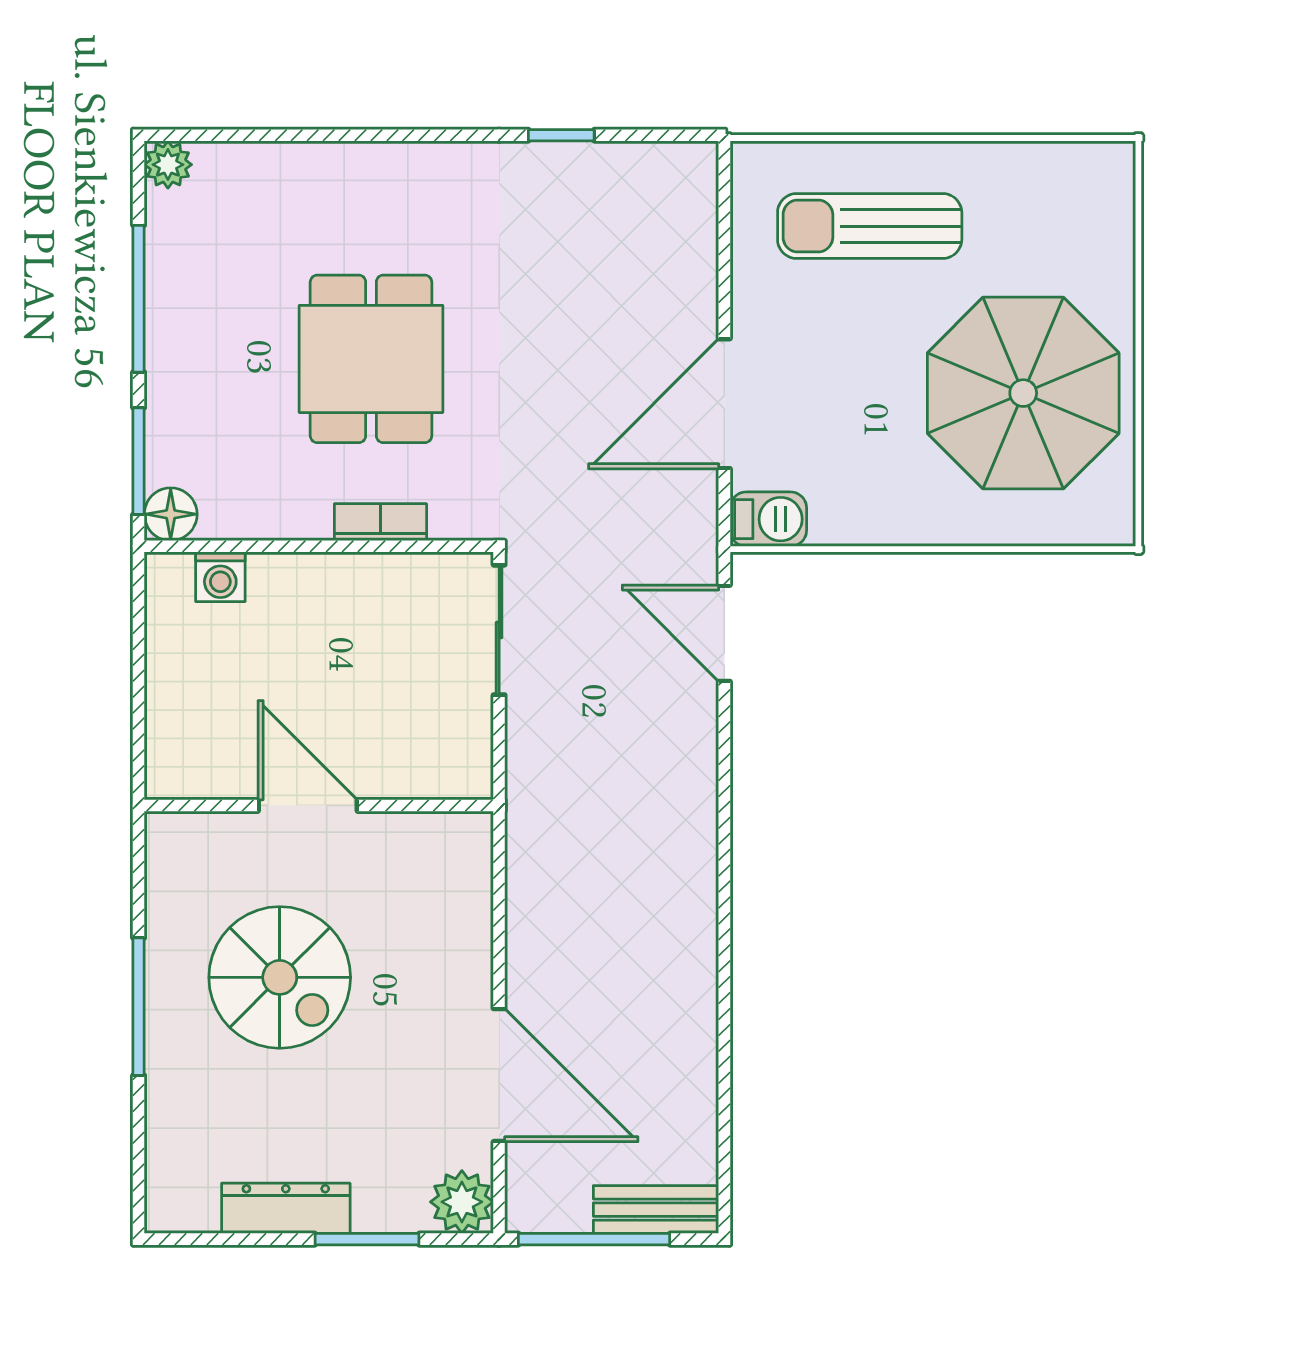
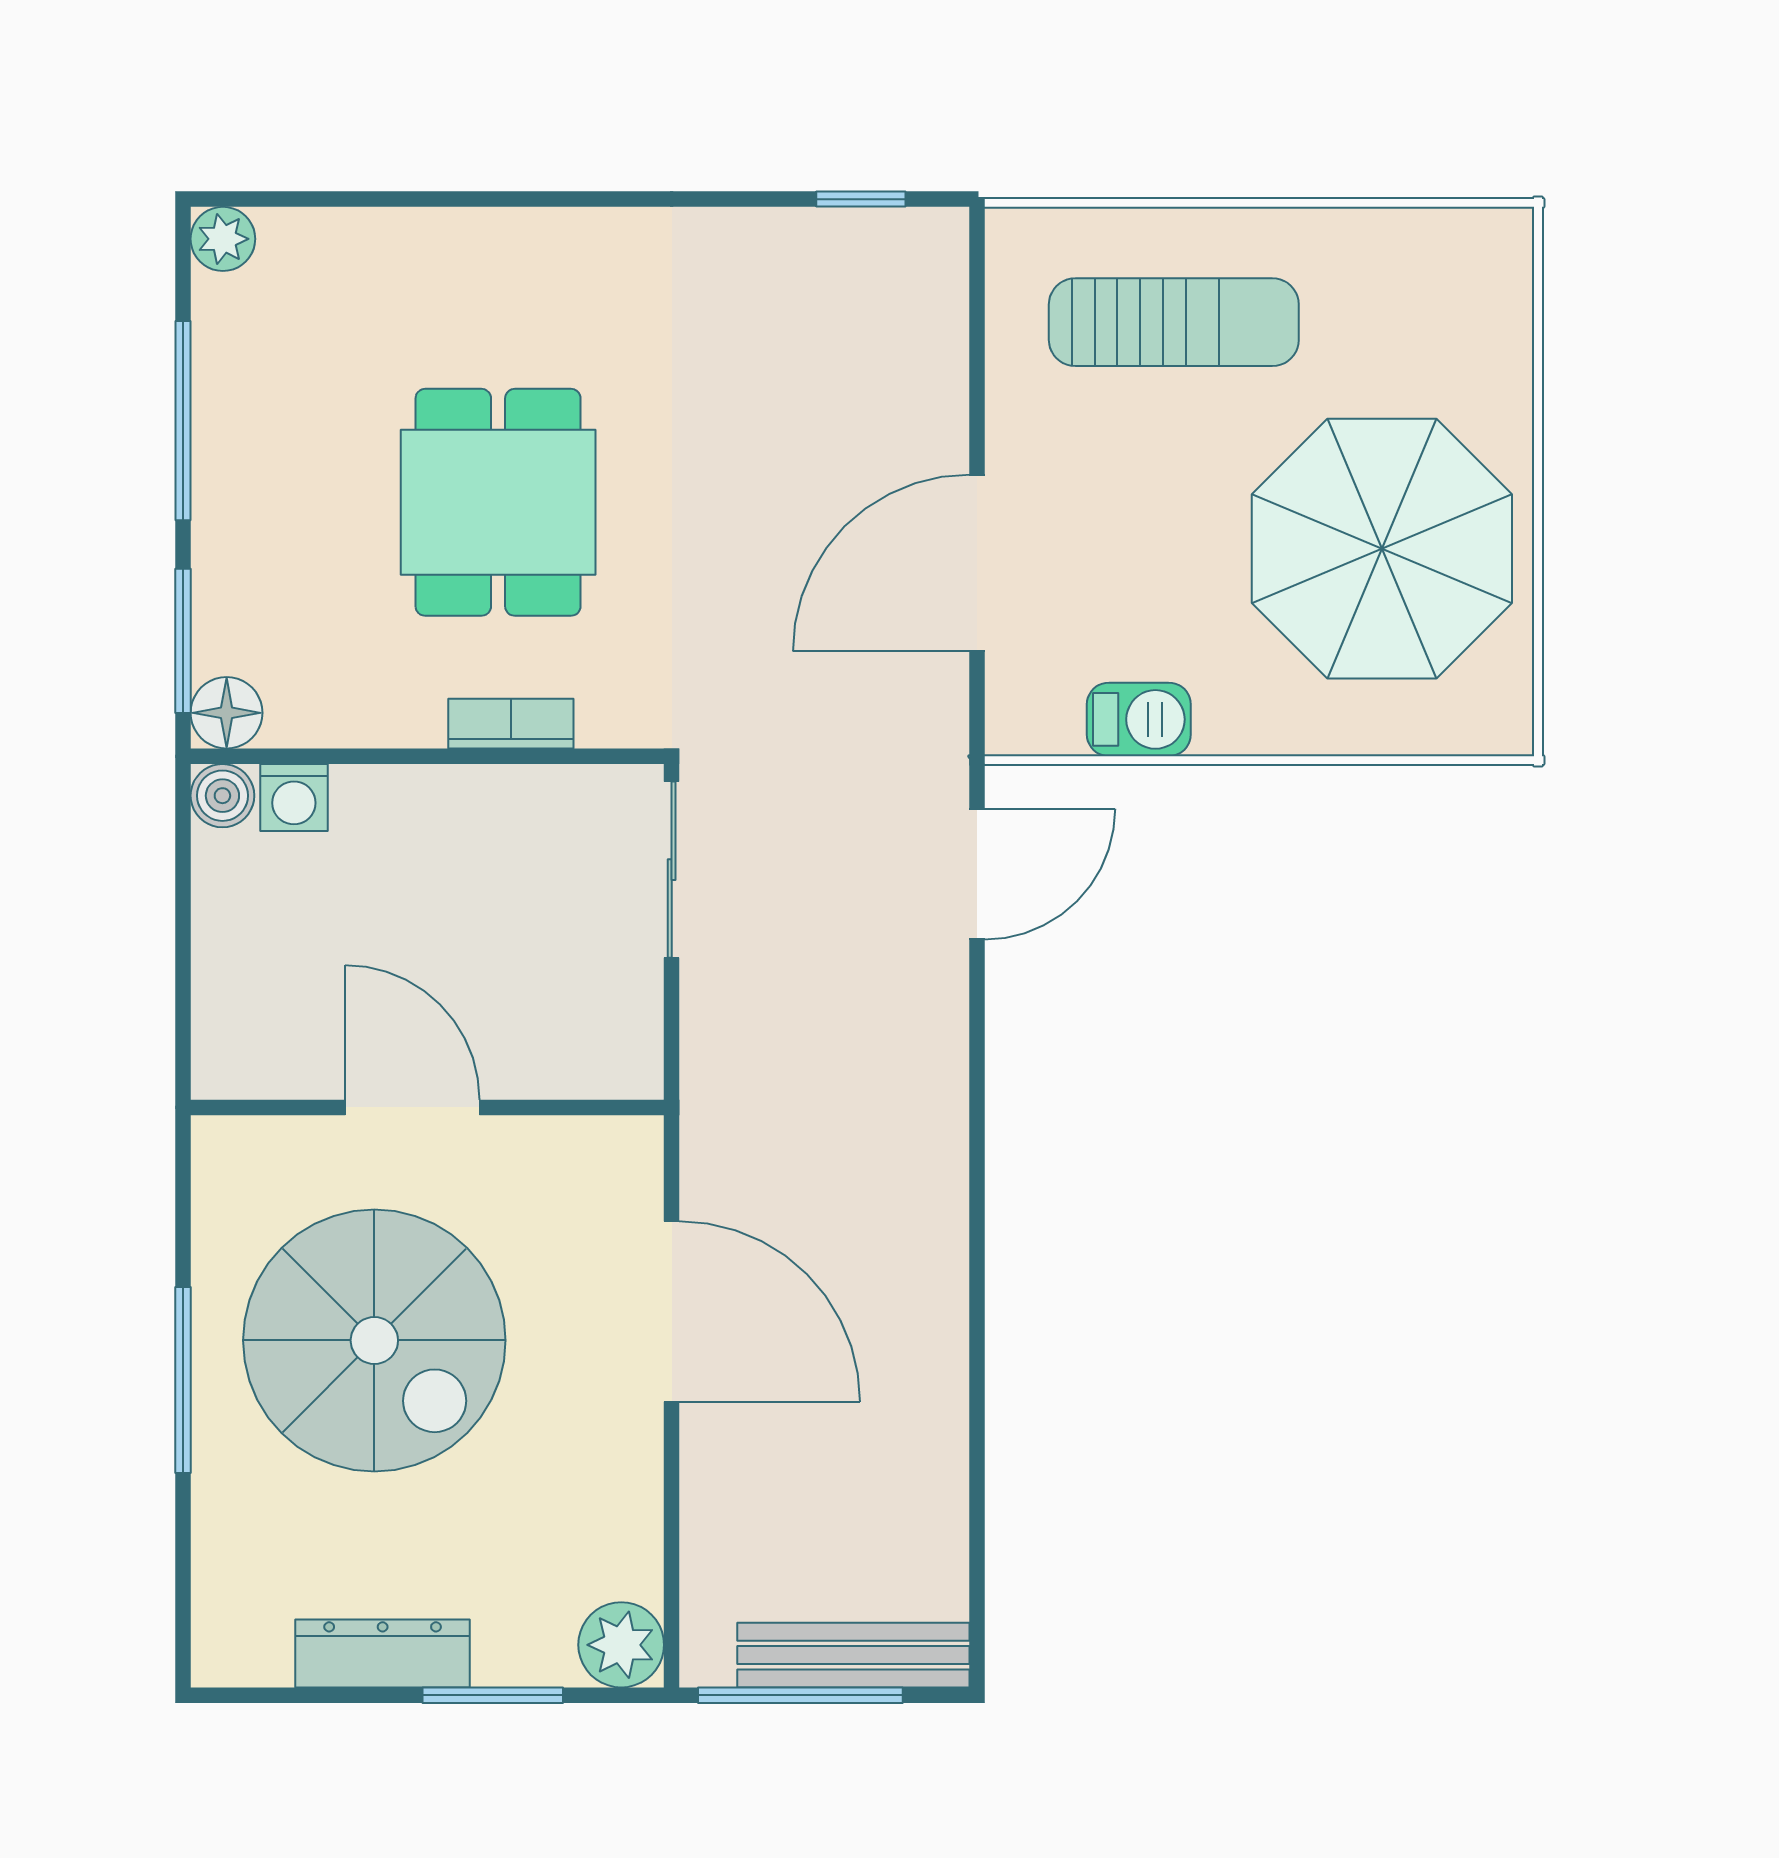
window: (561, 135) -> (861, 199), moved
sun lounger: (870, 226) -> (1174, 322), turned 180
barbecue: (768, 519) -> (1139, 719), moved
boiler: (168, 575) -> (222, 796), added
door: (724, 633) -> (977, 874), swing flipped
spiral stairs: (280, 977) -> (374, 1340), width x1.37, depth x1.37
door: (499, 1075) -> (672, 1312), moved
bench: (656, 1210) -> (853, 1655), width x1.36

